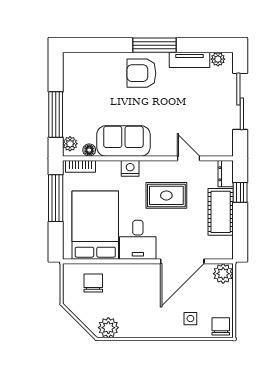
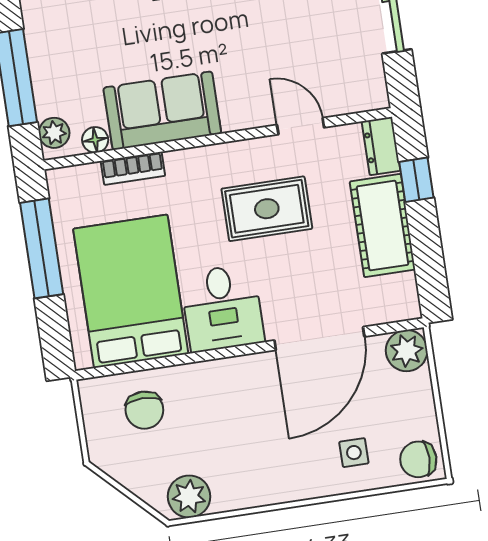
bookcase: (80, 166) -> (133, 168), moved
nightstand: (130, 168) -> (184, 165), removed
chair: (93, 283) -> (144, 410), turned 180
chair: (221, 326) -> (418, 459), turned -90

